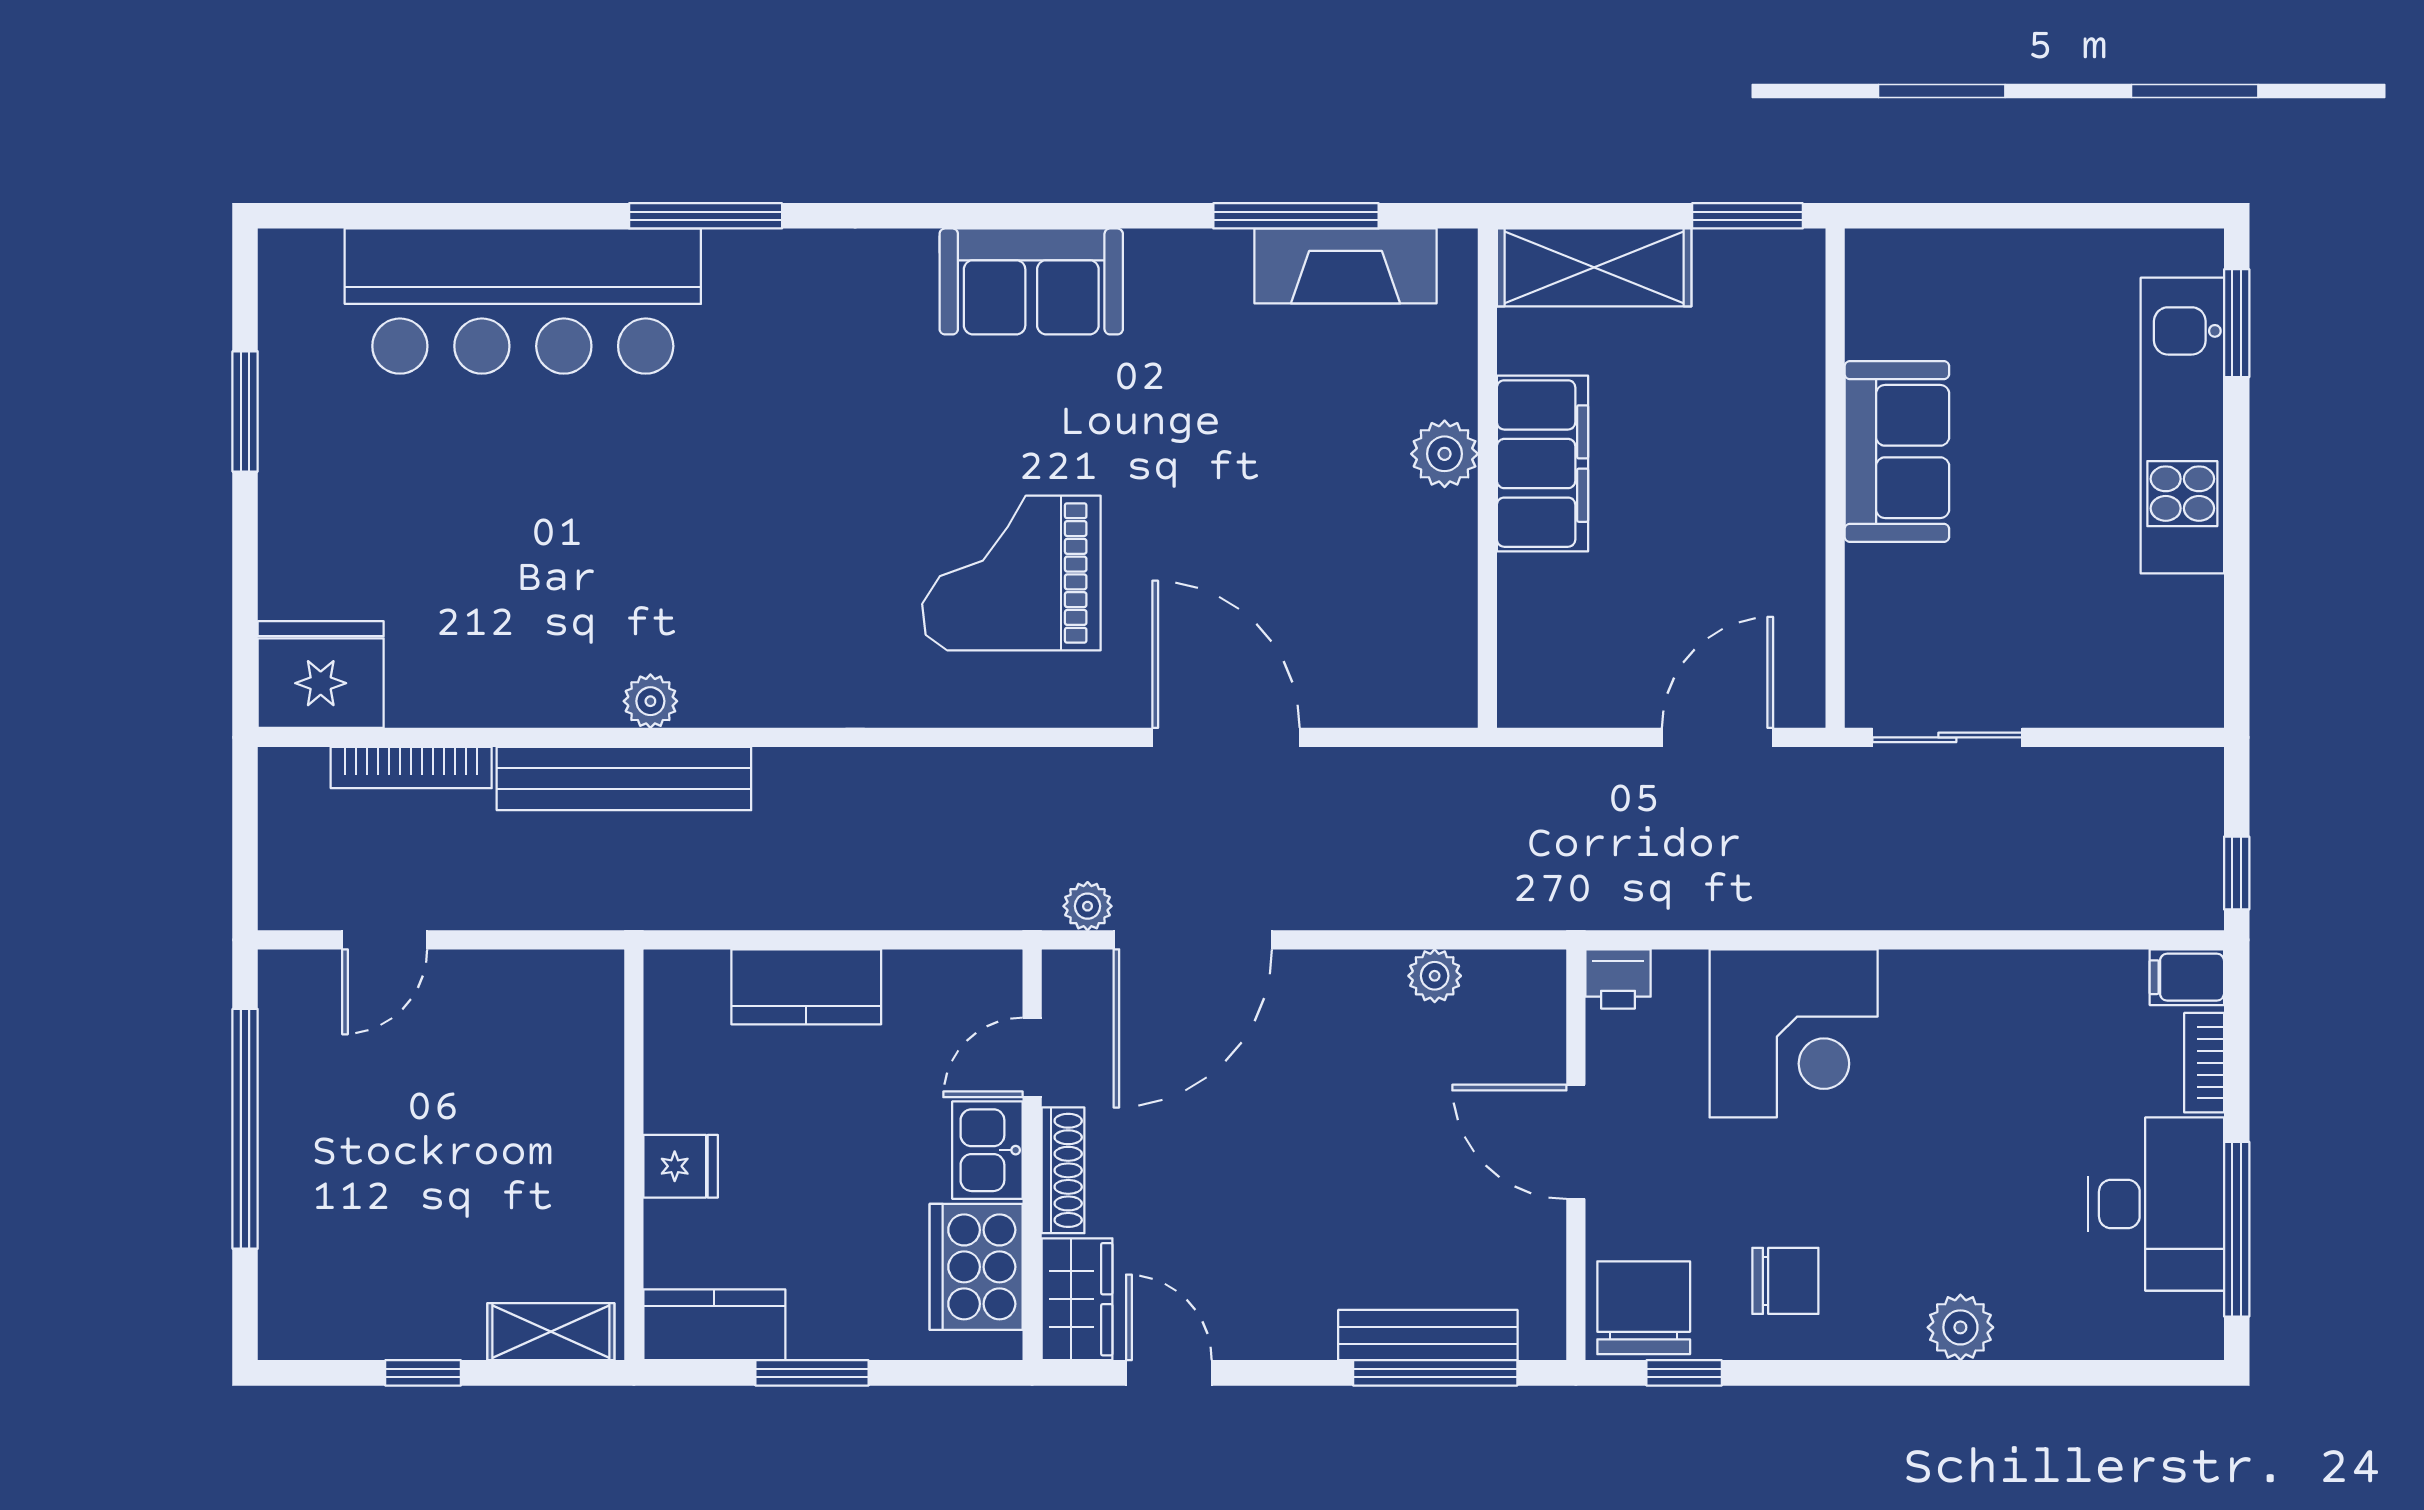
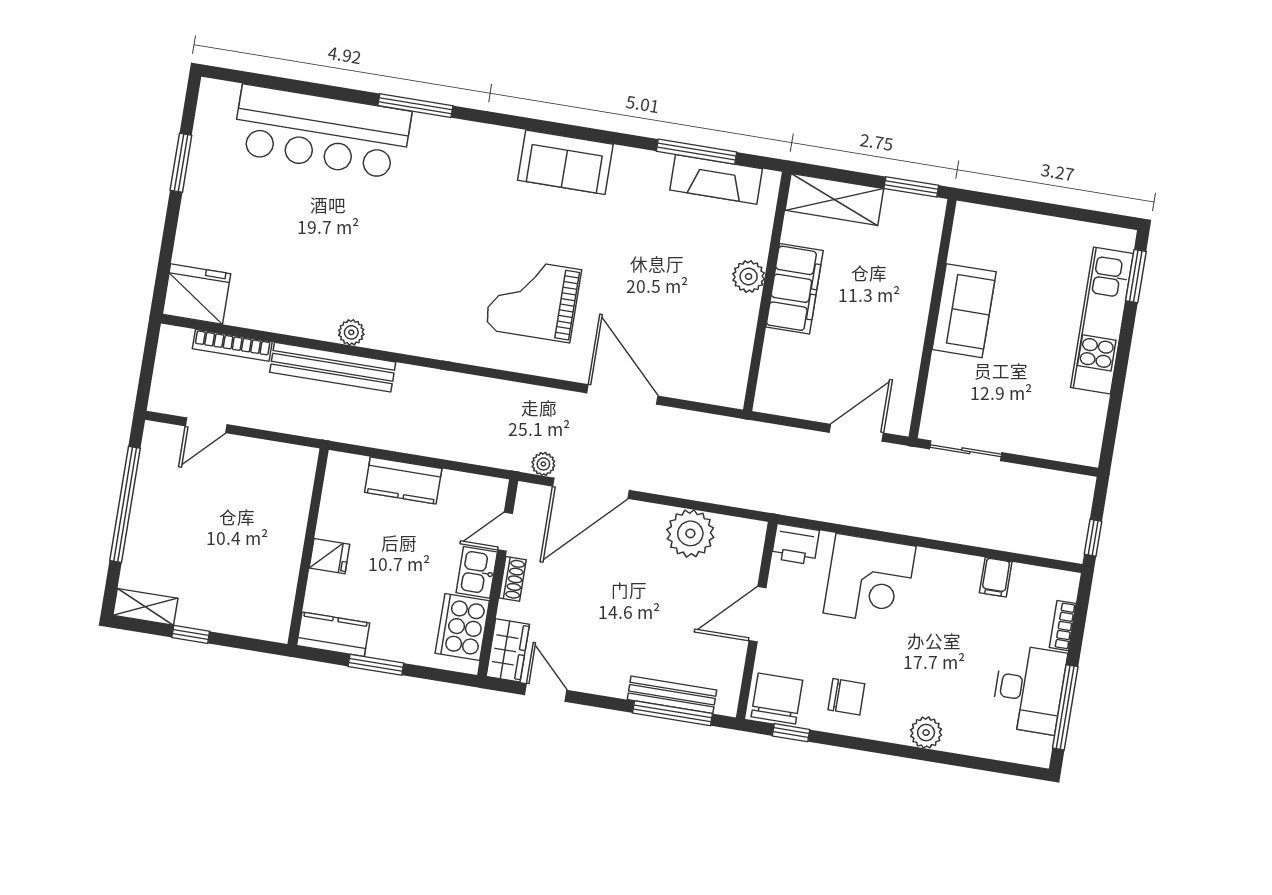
plant: (1435, 976) -> (690, 533), width x1.87, depth x1.87
filing cabinet: (2187, 977) -> (996, 577), moved, turned -90
printer: (1618, 979) -> (795, 544), width x1.36, depth x1.24
door: (1576, 1142) -> (758, 614), hinge flipped
shoe rack: (1063, 1170) -> (513, 579), width x0.70
shelving: (551, 1332) -> (145, 607), moved

